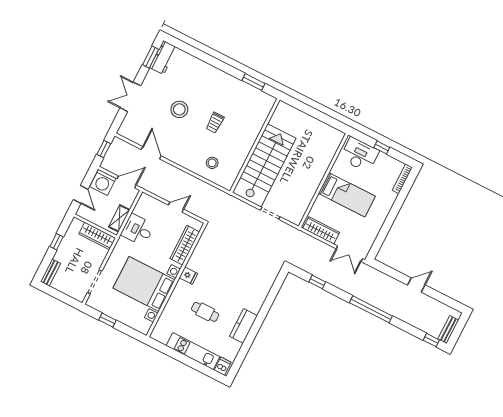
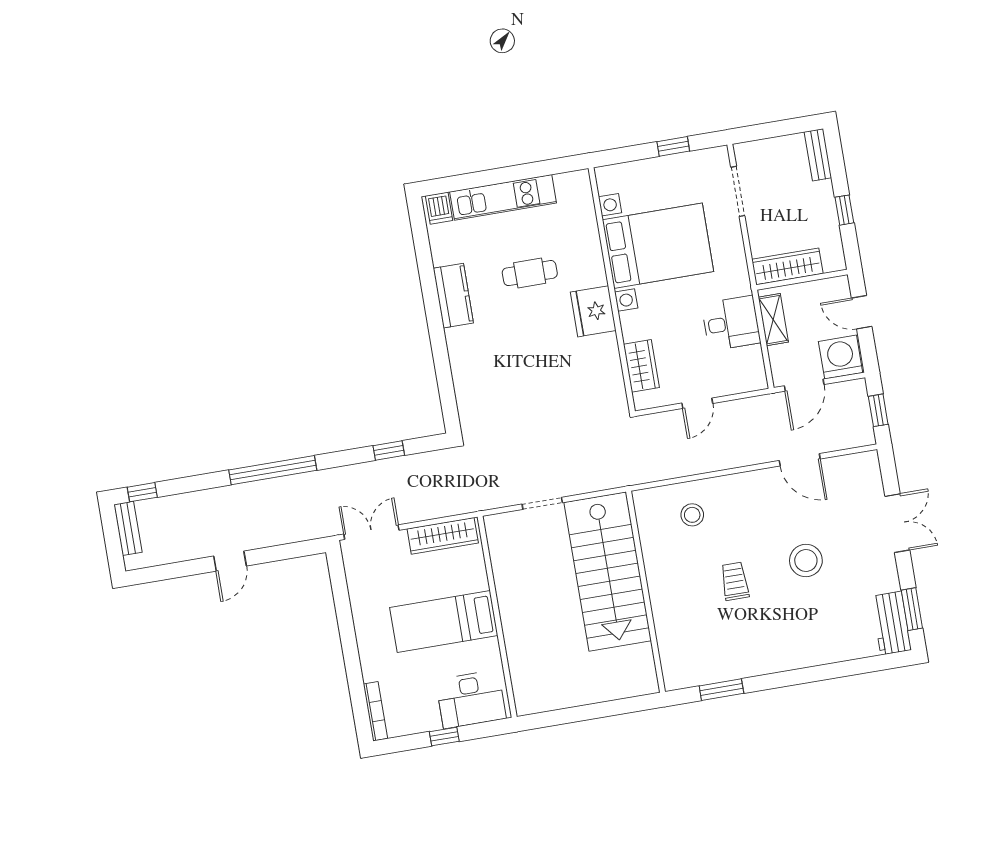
wardrobe: (185, 245) -> (641, 366), width x0.67
fridge: (188, 276) -> (593, 311), width x1.88, depth x1.34

